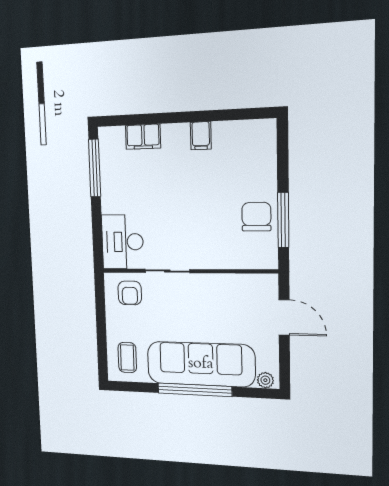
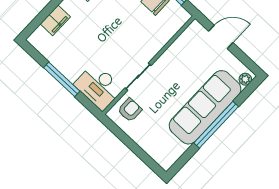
window: (95, 168) -> (62, 79), moved
armchair: (130, 293) -> (130, 110), turned -90
coffee table: (127, 358) -> (164, 147), removed

